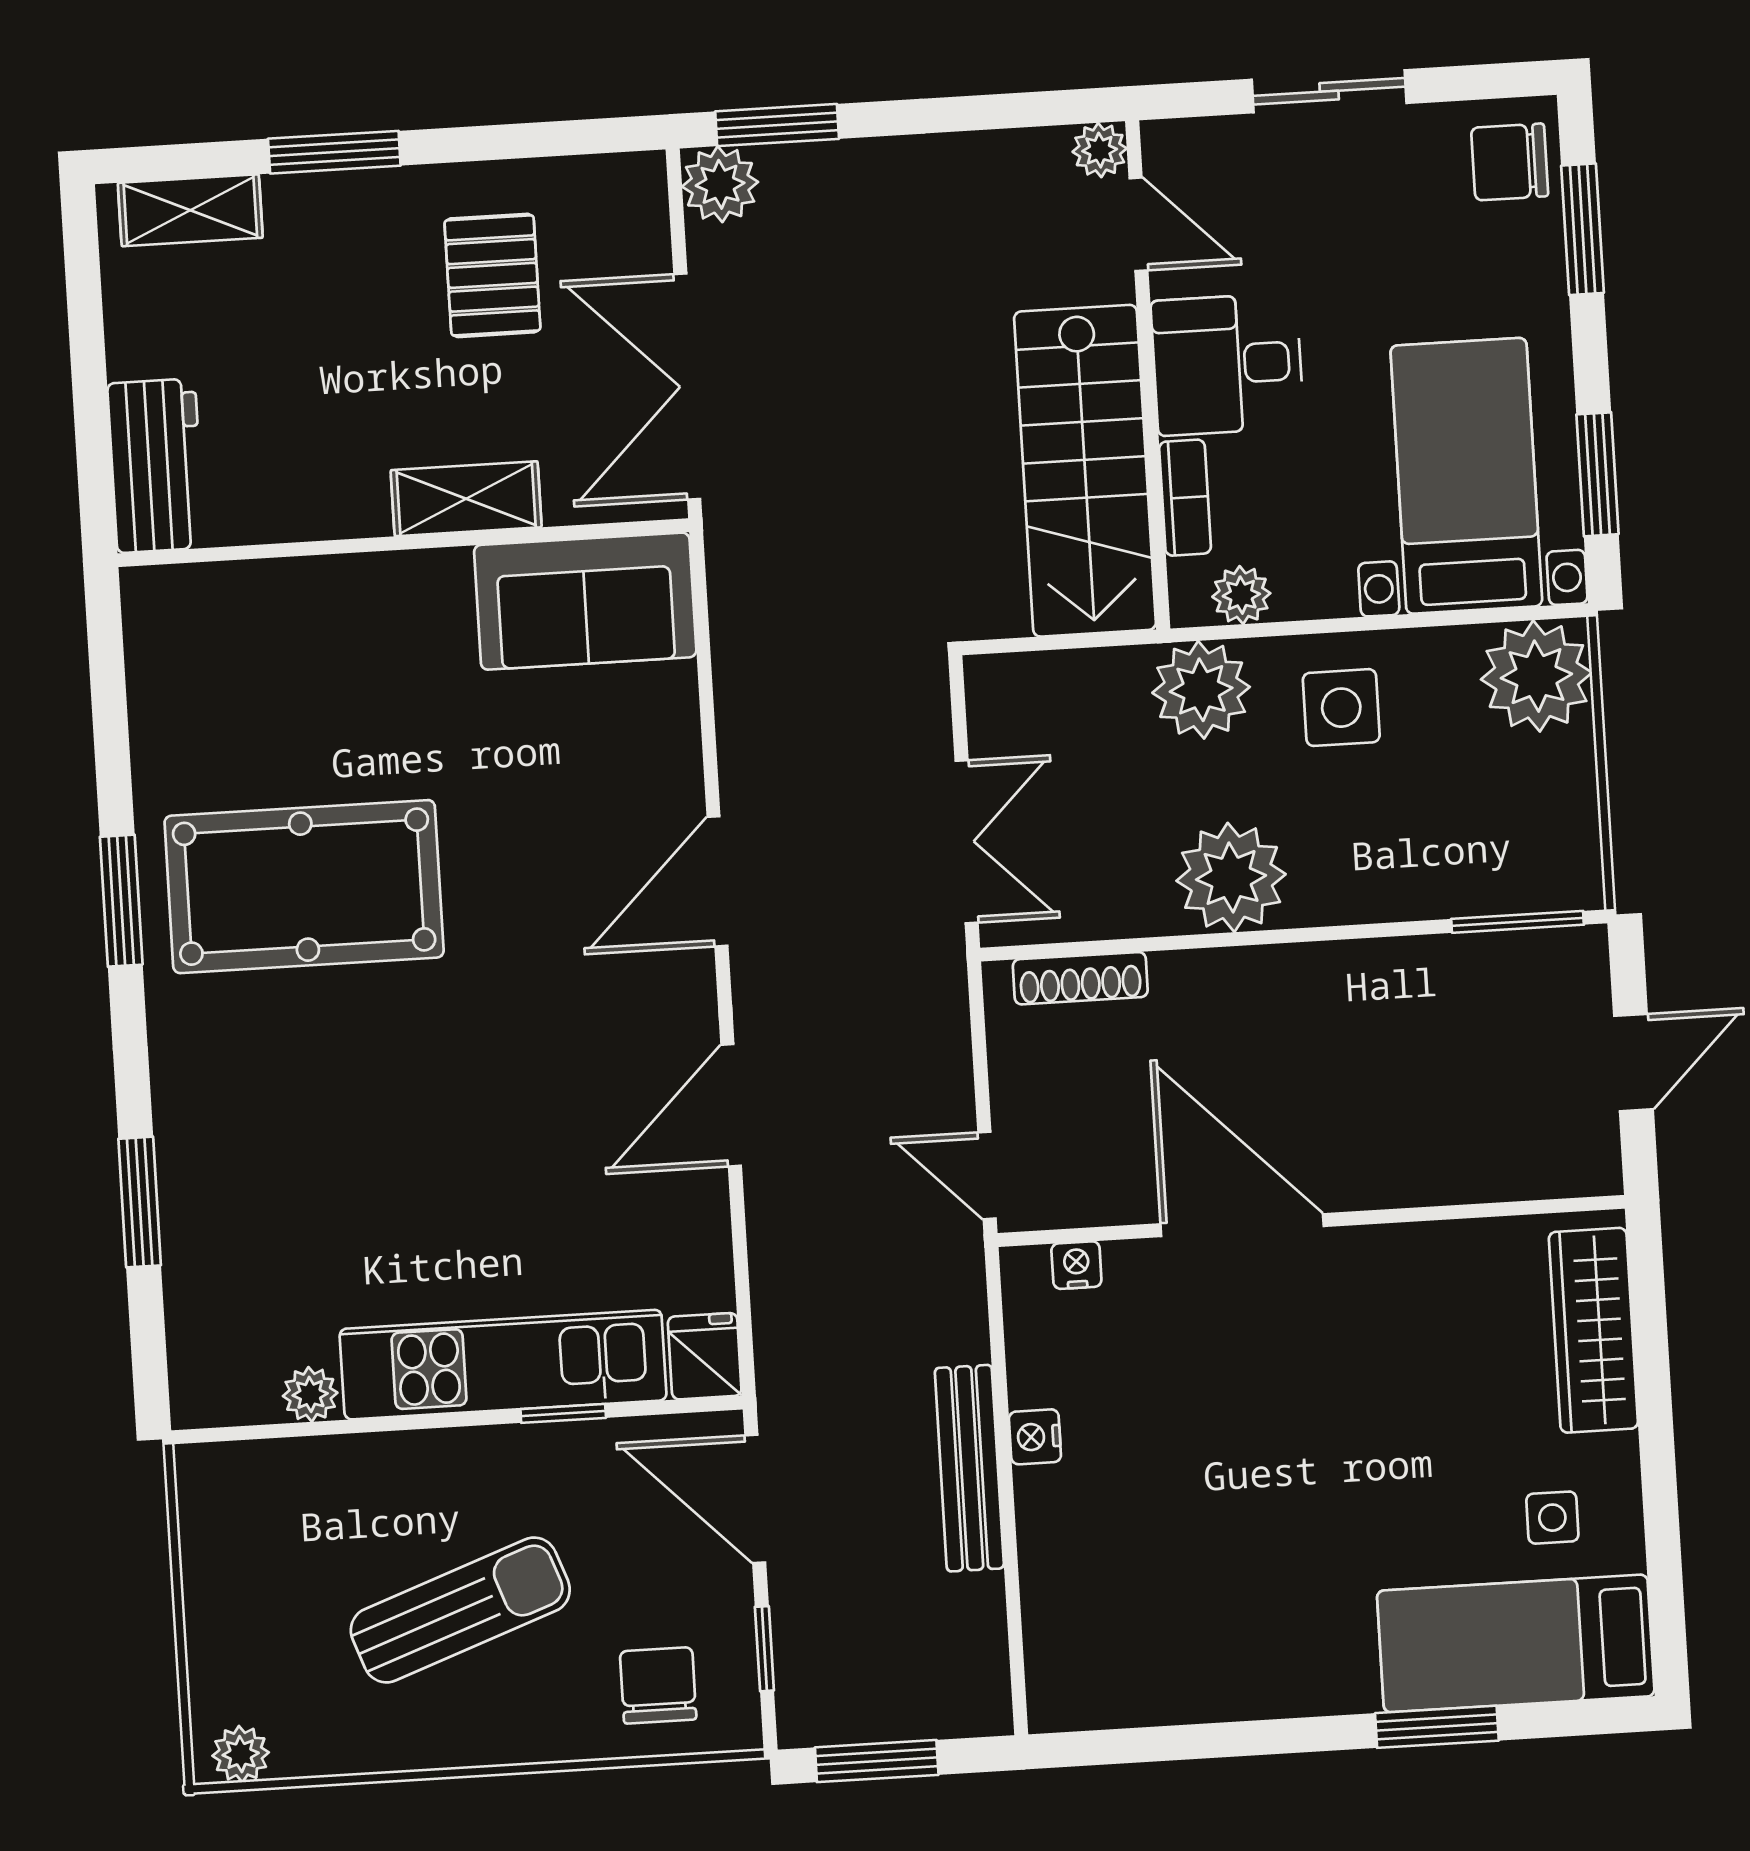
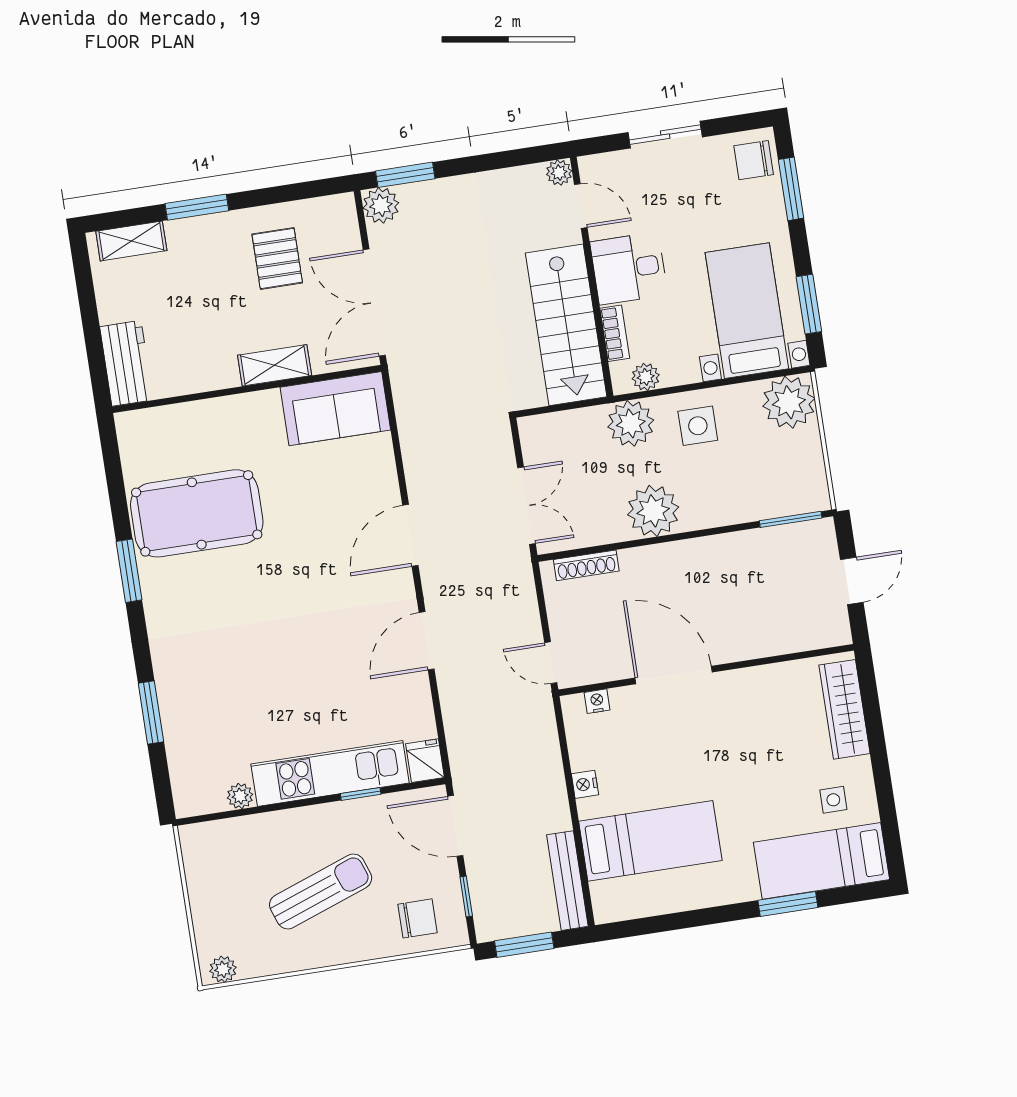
pool table: (304, 887) -> (197, 513), moved
bench: (969, 1468) -> (567, 881), moved
bed: (1161, 1568) -> (650, 841), added
chair: (658, 1685) -> (417, 918), turned 90

